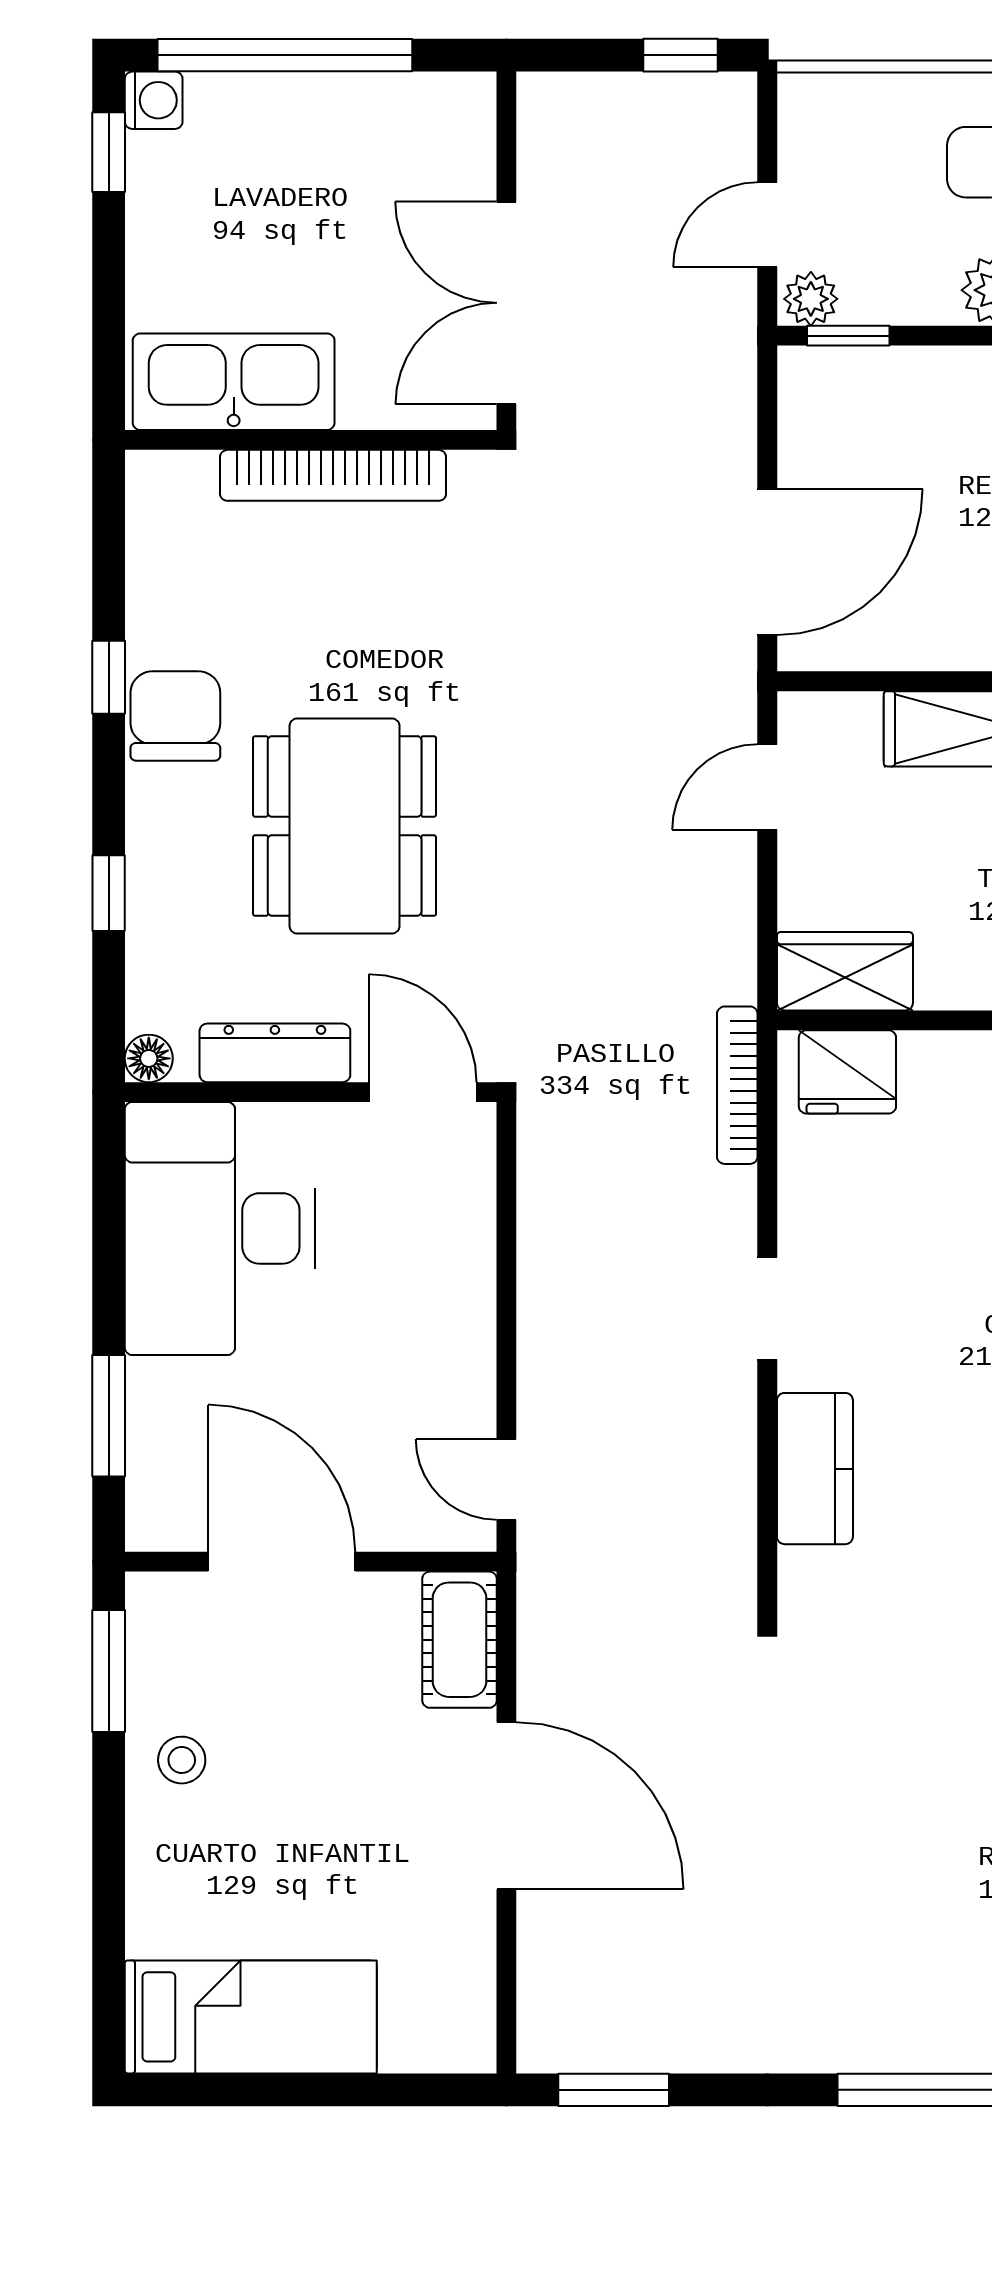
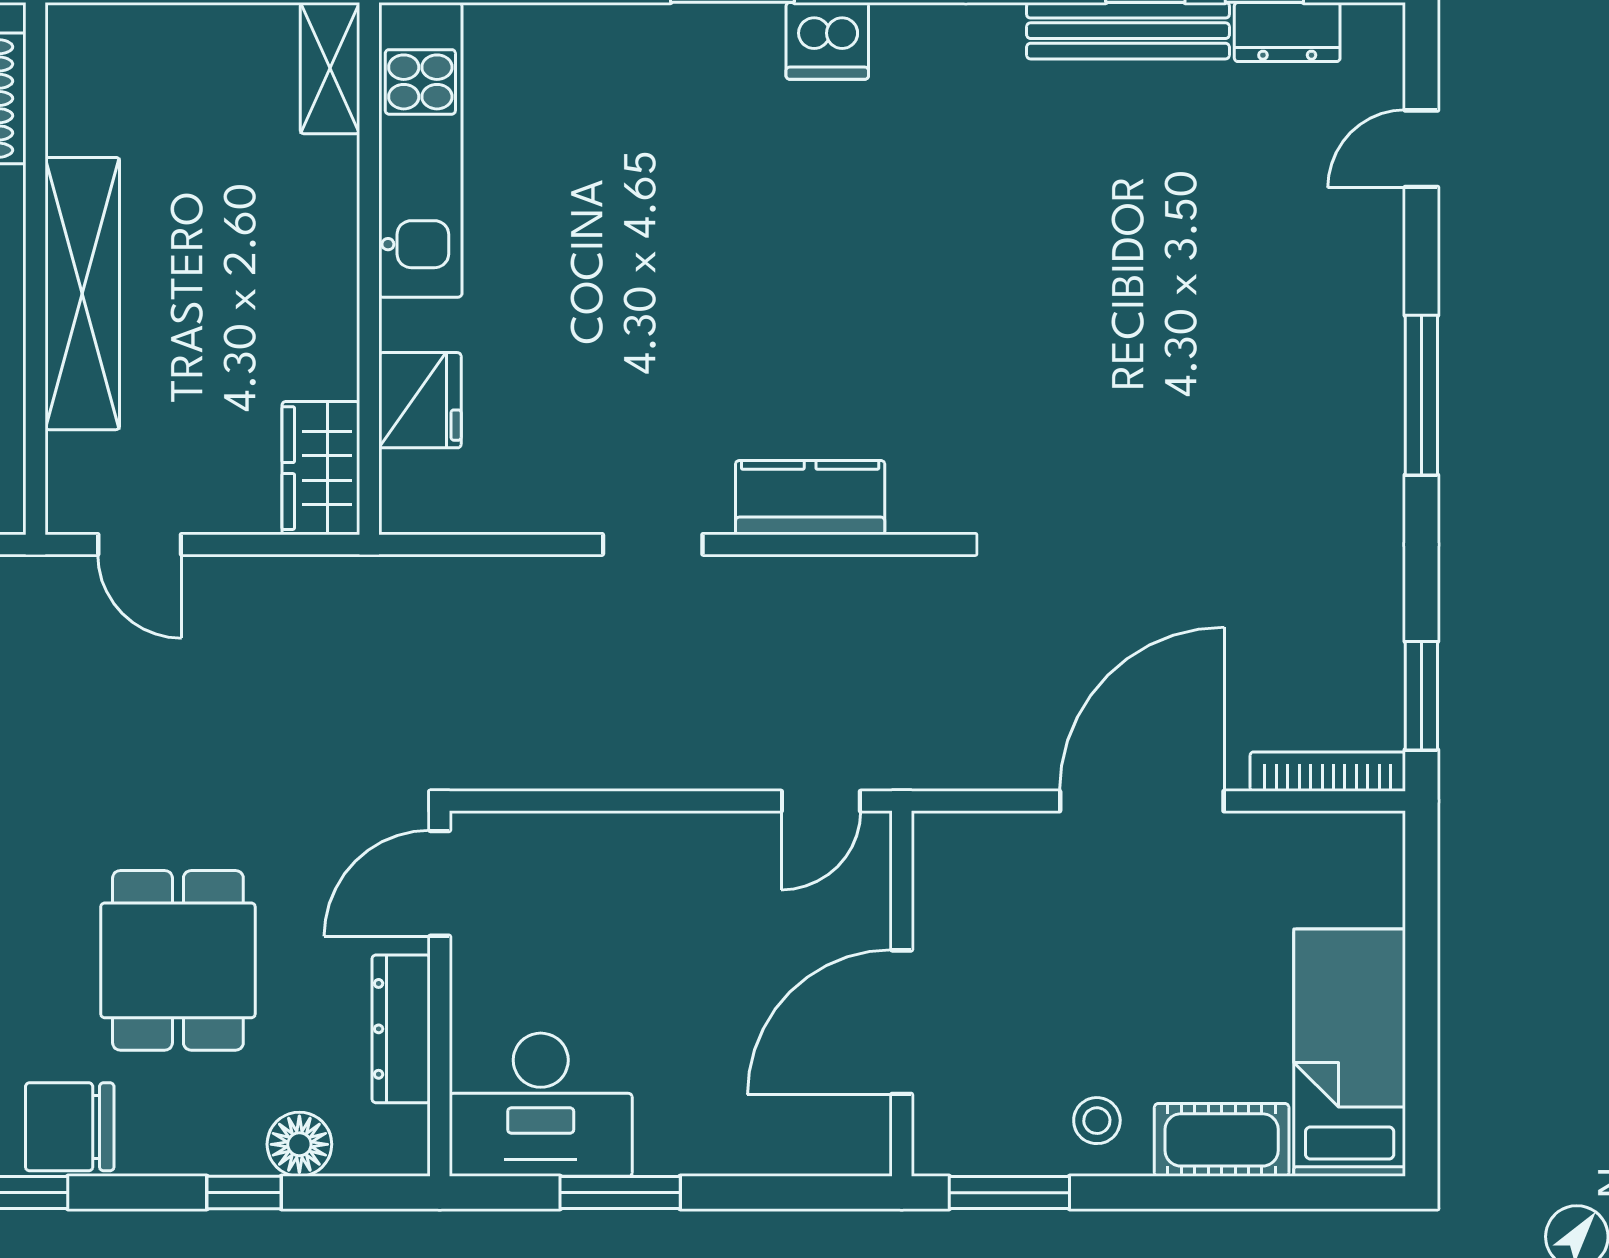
dining table: (345, 826) -> (178, 960), width x0.73
floor lamp: (149, 1058) -> (299, 1144), moved, width x1.37, depth x1.37
fridge: (847, 1072) -> (420, 400), moved
bookcase: (737, 1085) -> (1328, 772), moved, turned 180
desk: (220, 1228) -> (541, 1105), width x0.73, depth x0.77
window: (109, 1416) -> (620, 1193), moved
cot: (460, 1640) -> (1222, 1140), moved

